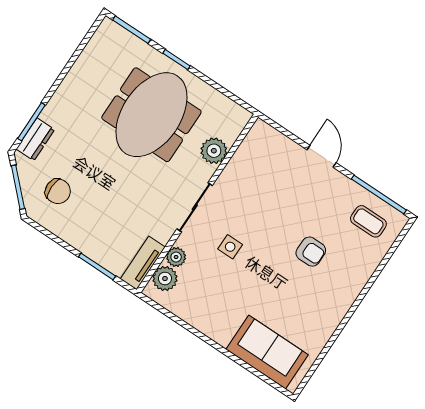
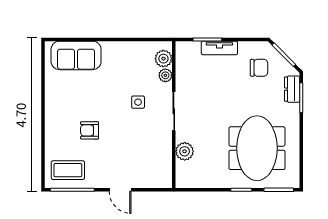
meeting table: (151, 115) -> (257, 148), moved
chair: (58, 191) -> (259, 68), turned 180
coffee table: (368, 221) -> (68, 170), width x1.36, depth x1.30
tv unit: (143, 263) -> (219, 48), moved, turned 90

